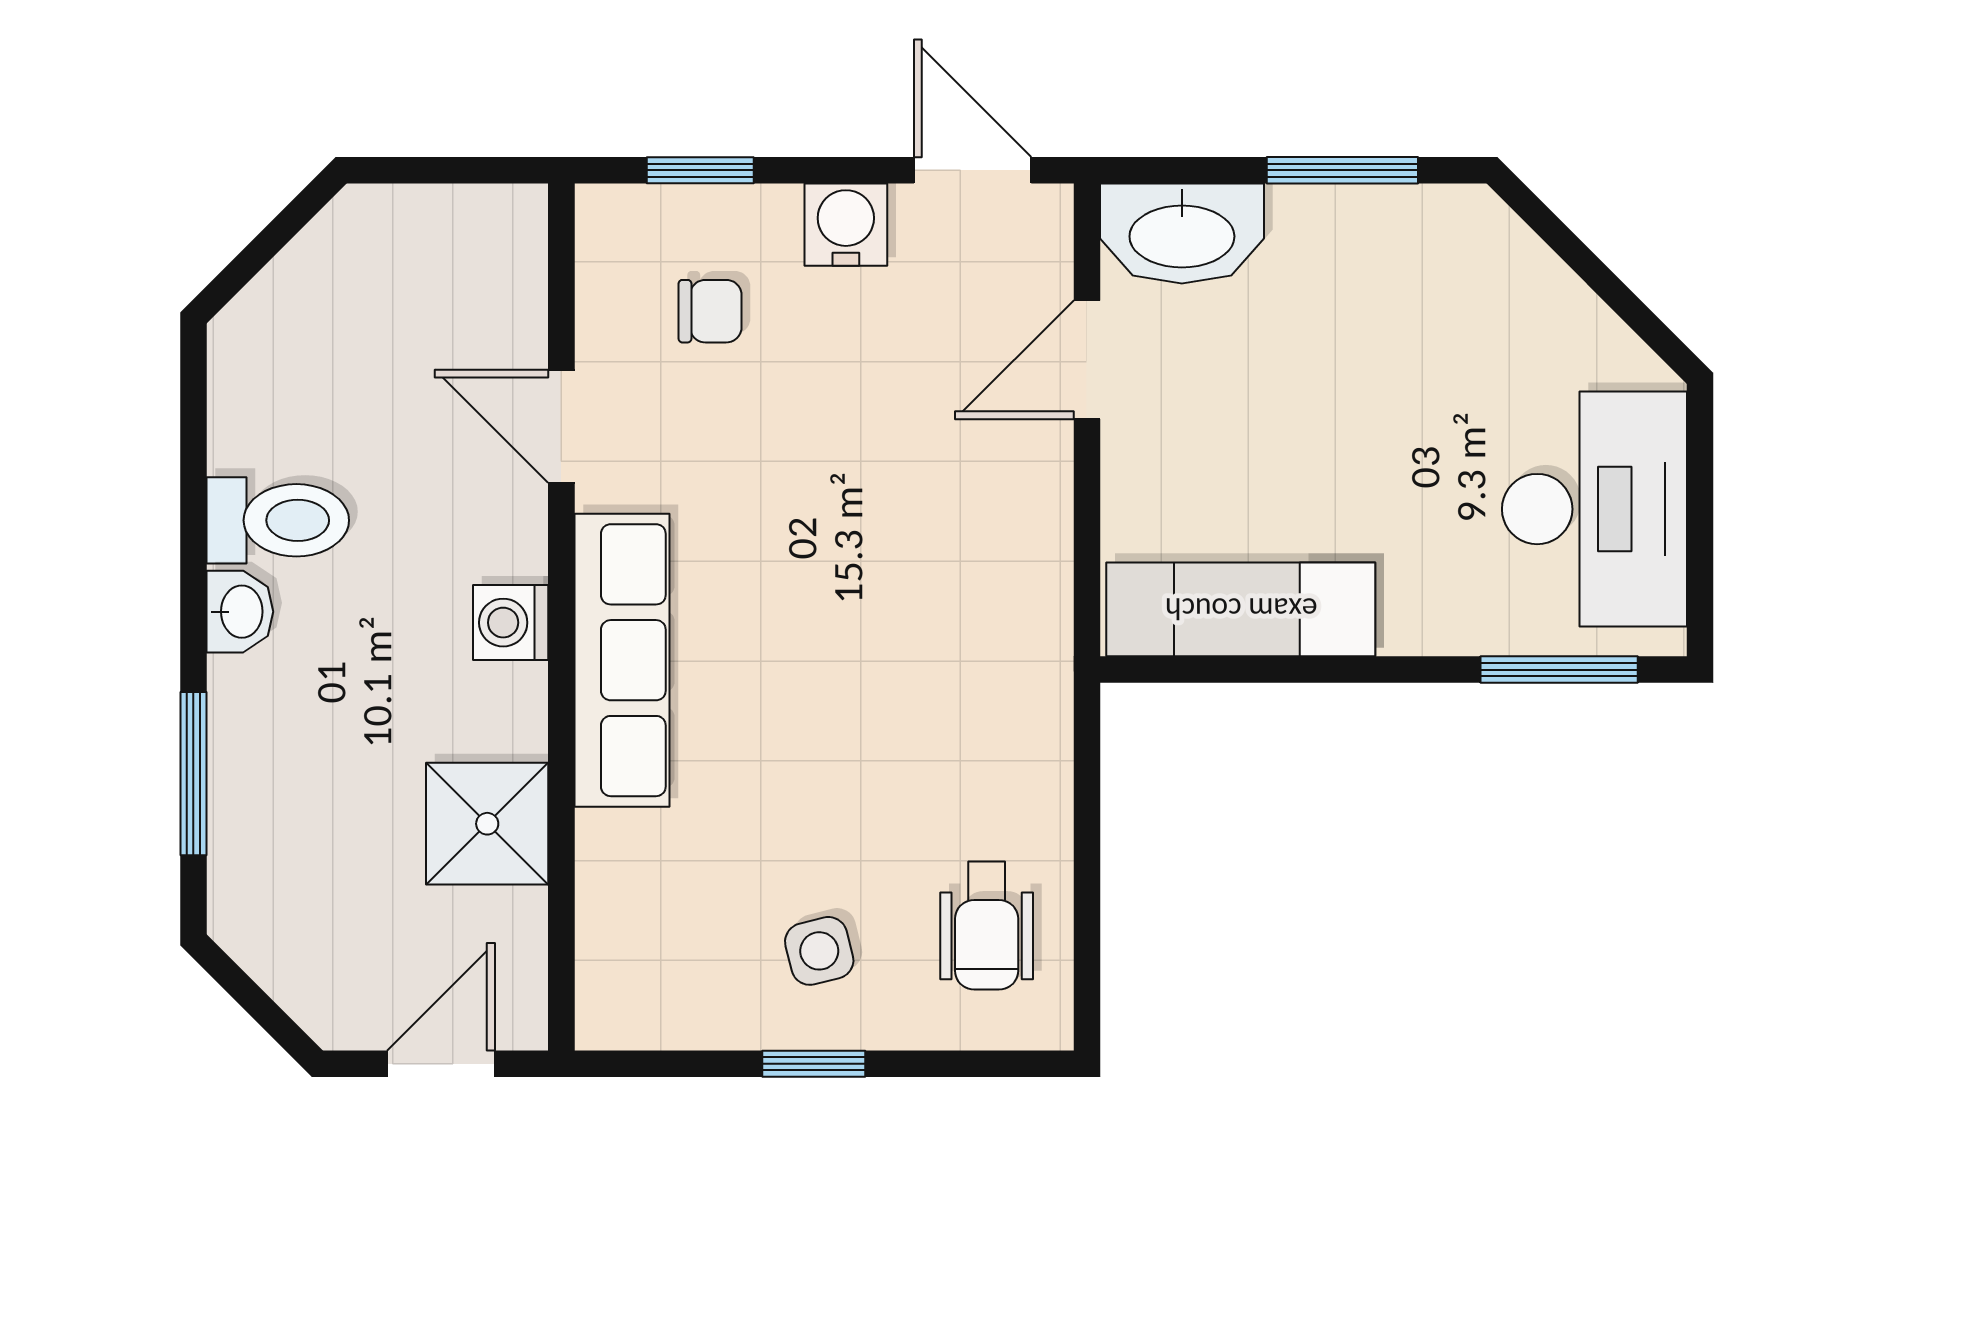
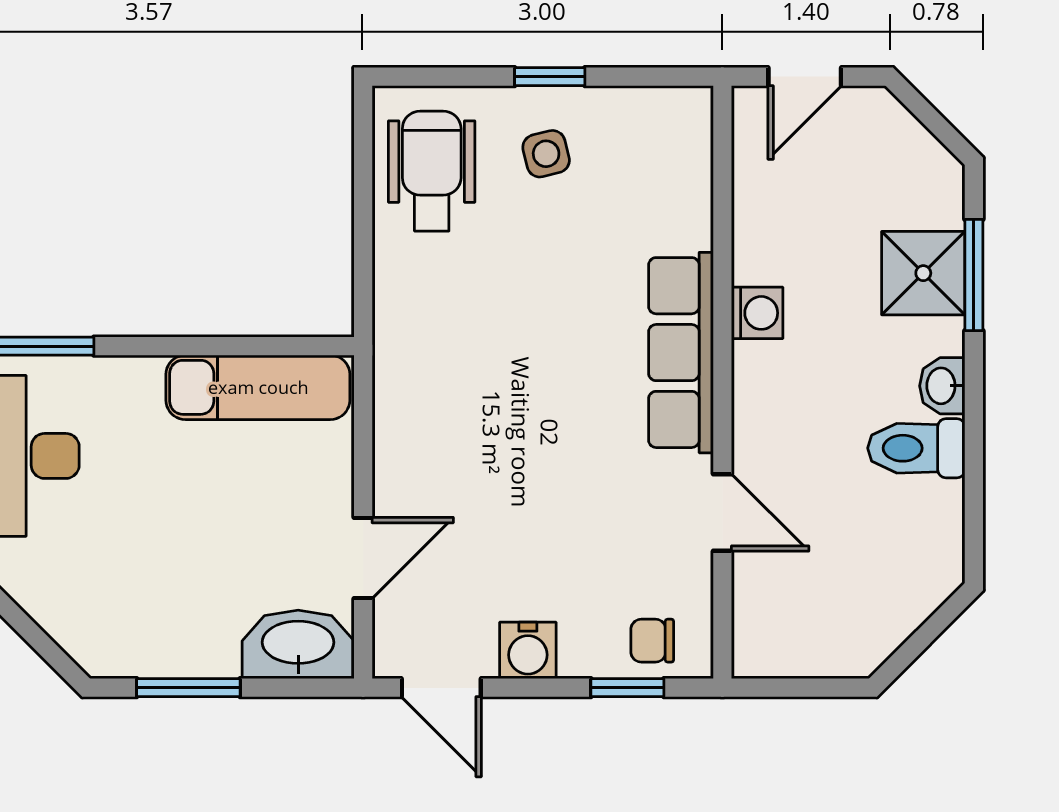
chair: (710, 311) -> (652, 641), moved
washing machine: (511, 623) -> (757, 313), moved
shower: (487, 824) -> (923, 273), moved
wheelchair: (987, 926) -> (432, 171), width x1.36, depth x1.37

